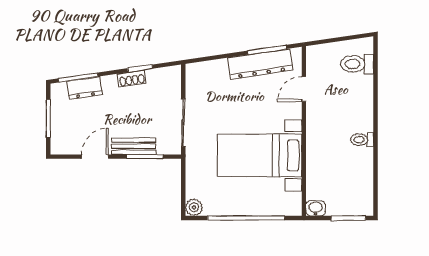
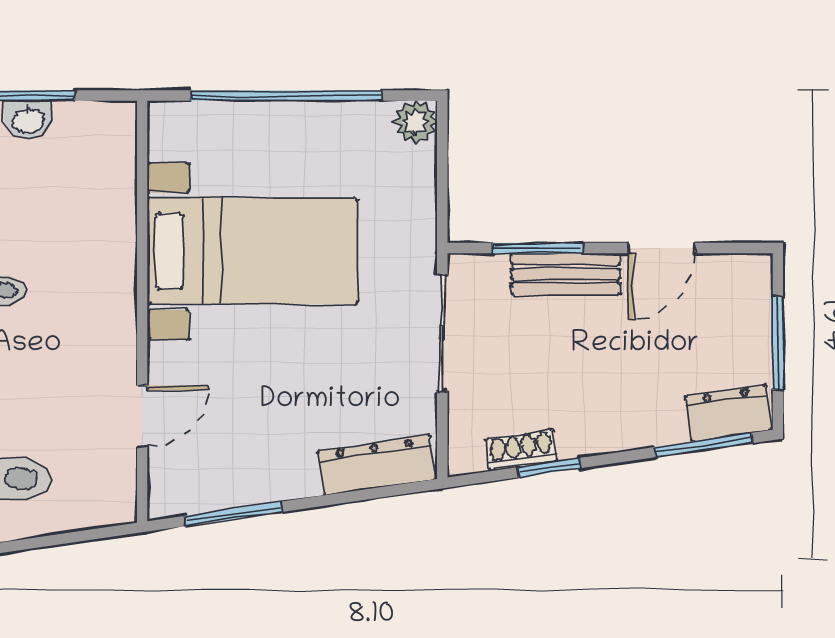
dresser: (260, 64) -> (377, 465), moved, width x0.73, depth x0.80
shoe rack: (132, 78) -> (521, 450), moved
dresser: (84, 88) -> (728, 413), moved
washbasin: (316, 208) -> (28, 120), moved

